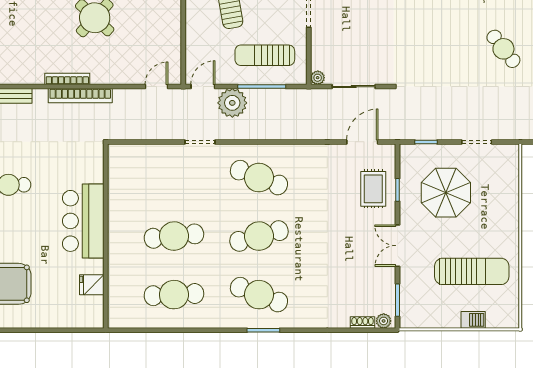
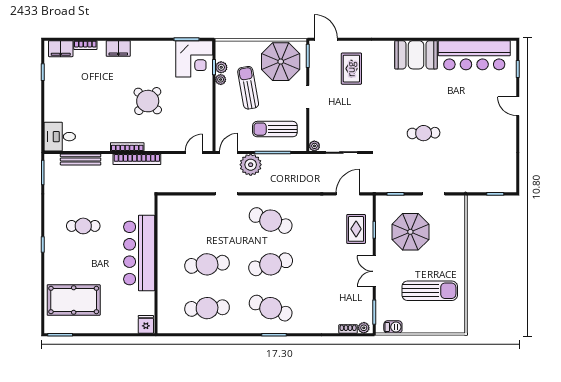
cafe table: (503, 49) -> (424, 133), moved, turned -54
bar counter: (83, 221) -> (139, 253), width x1.36
fridge: (92, 285) -> (146, 324), moved, turned 90
barbecue: (473, 320) -> (393, 327), moved

